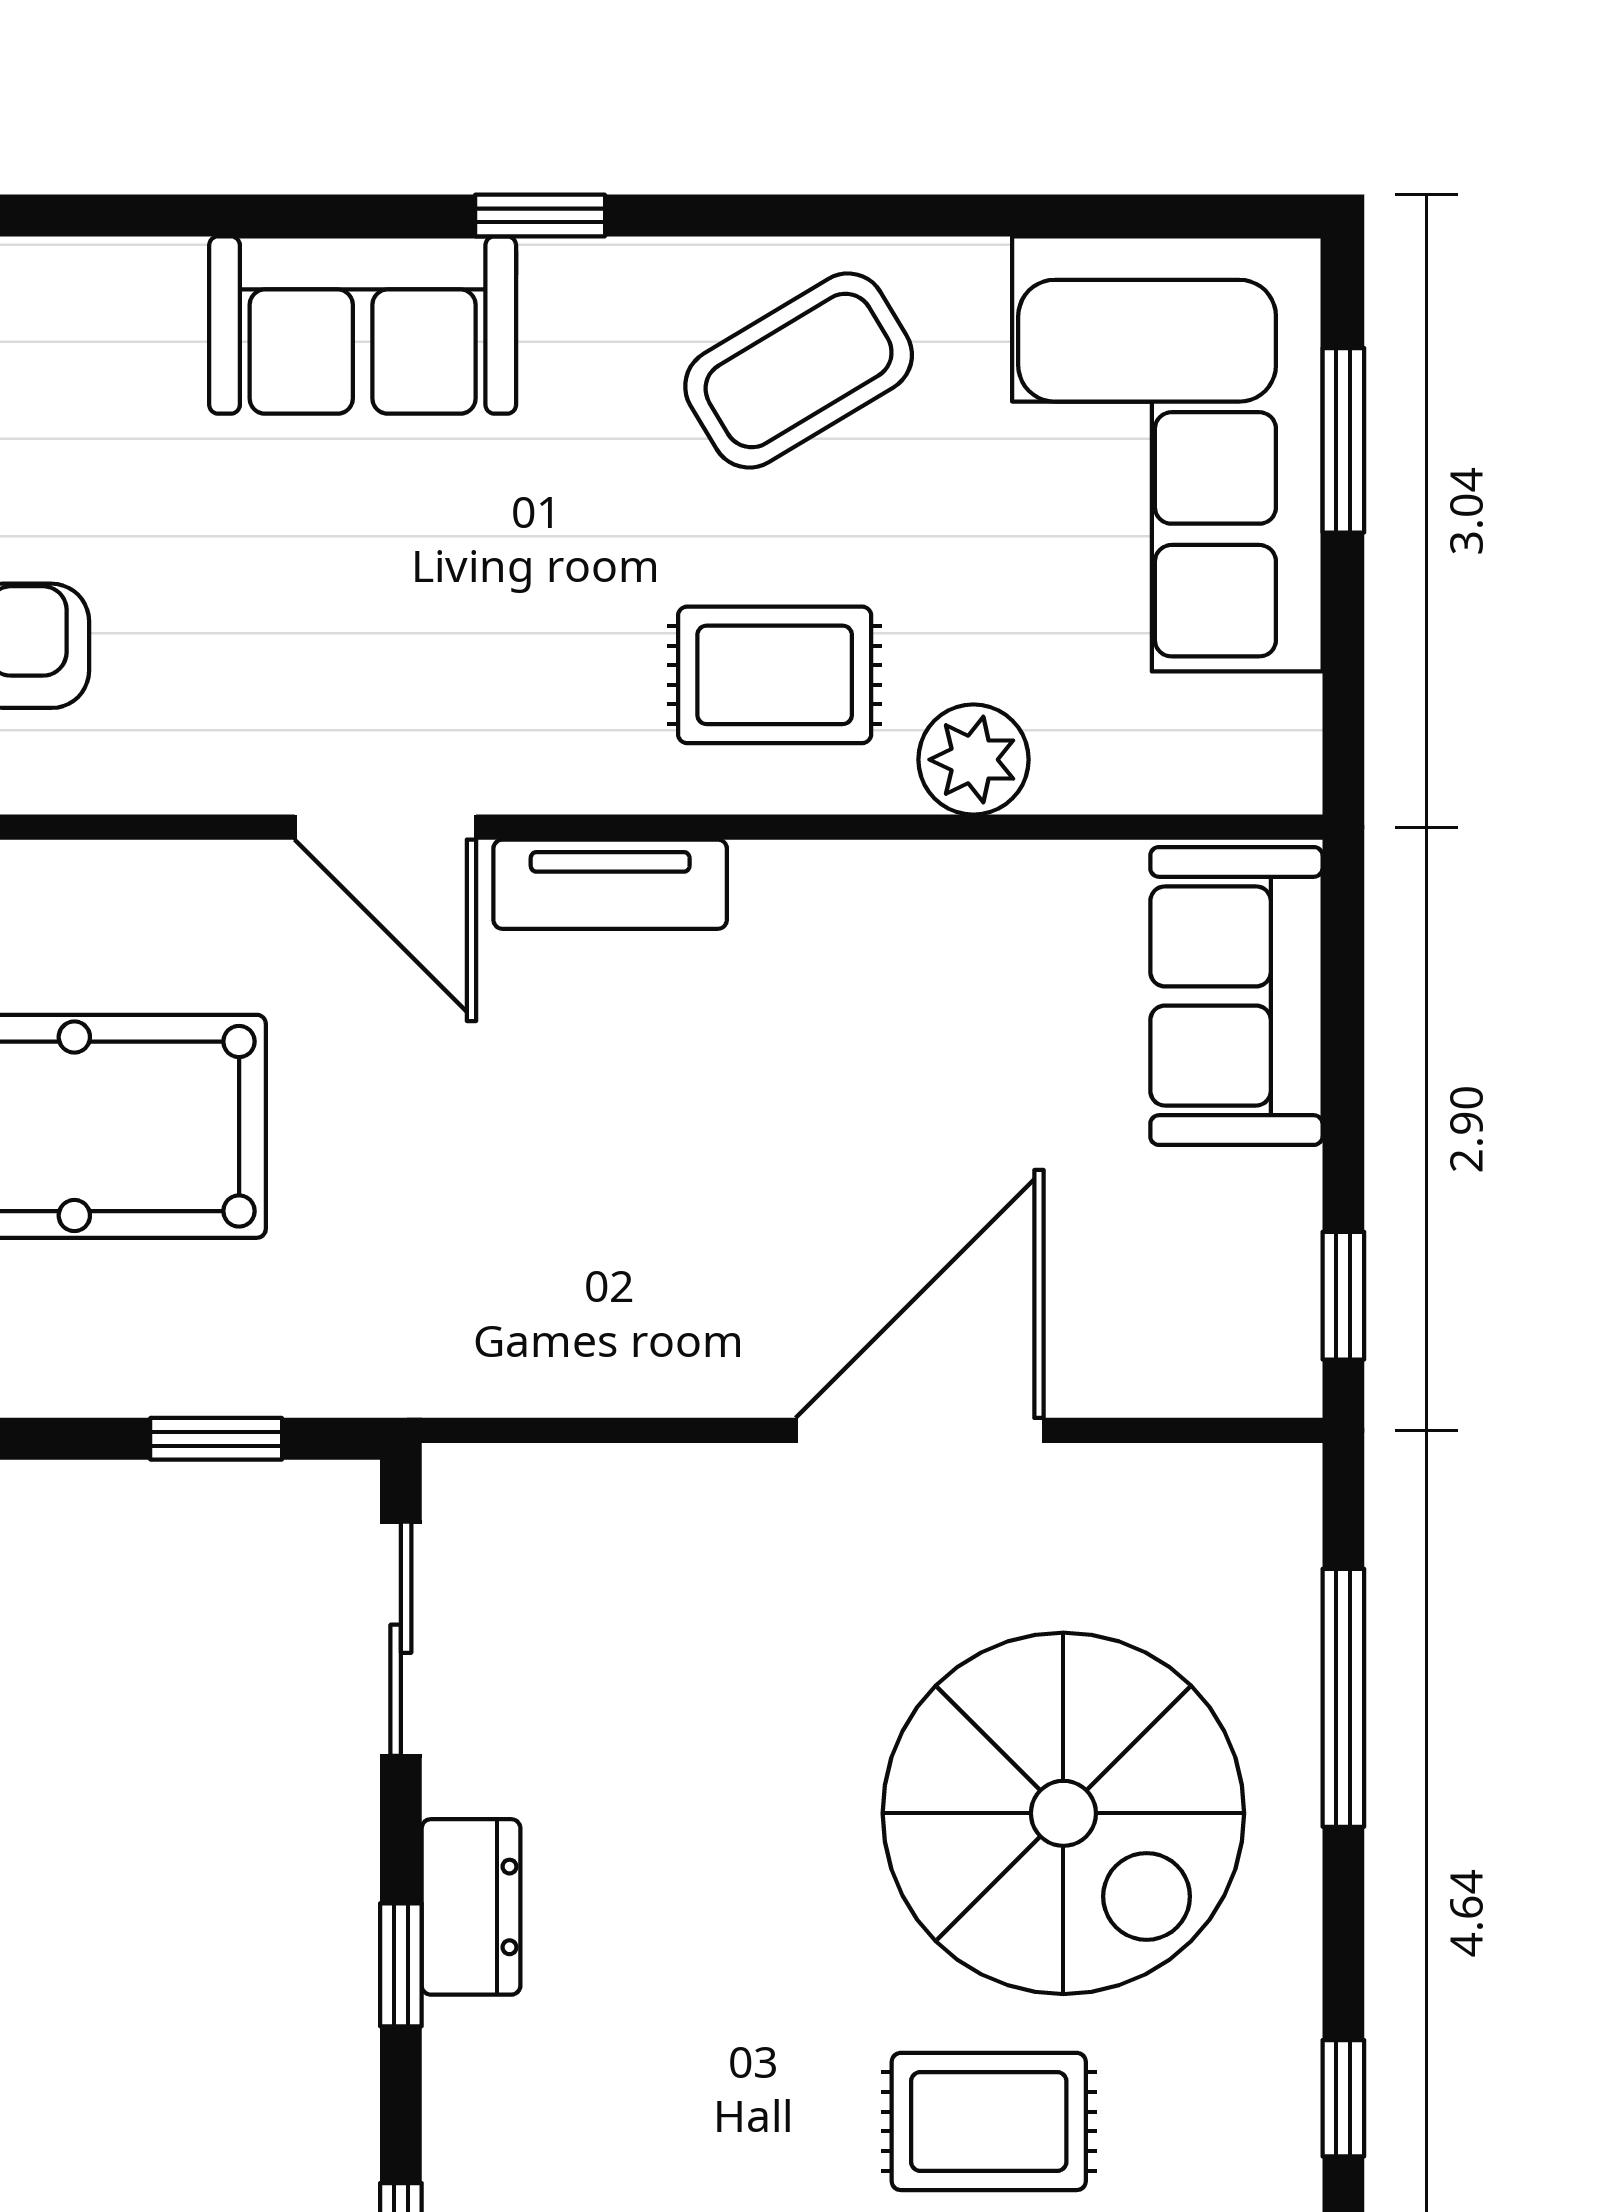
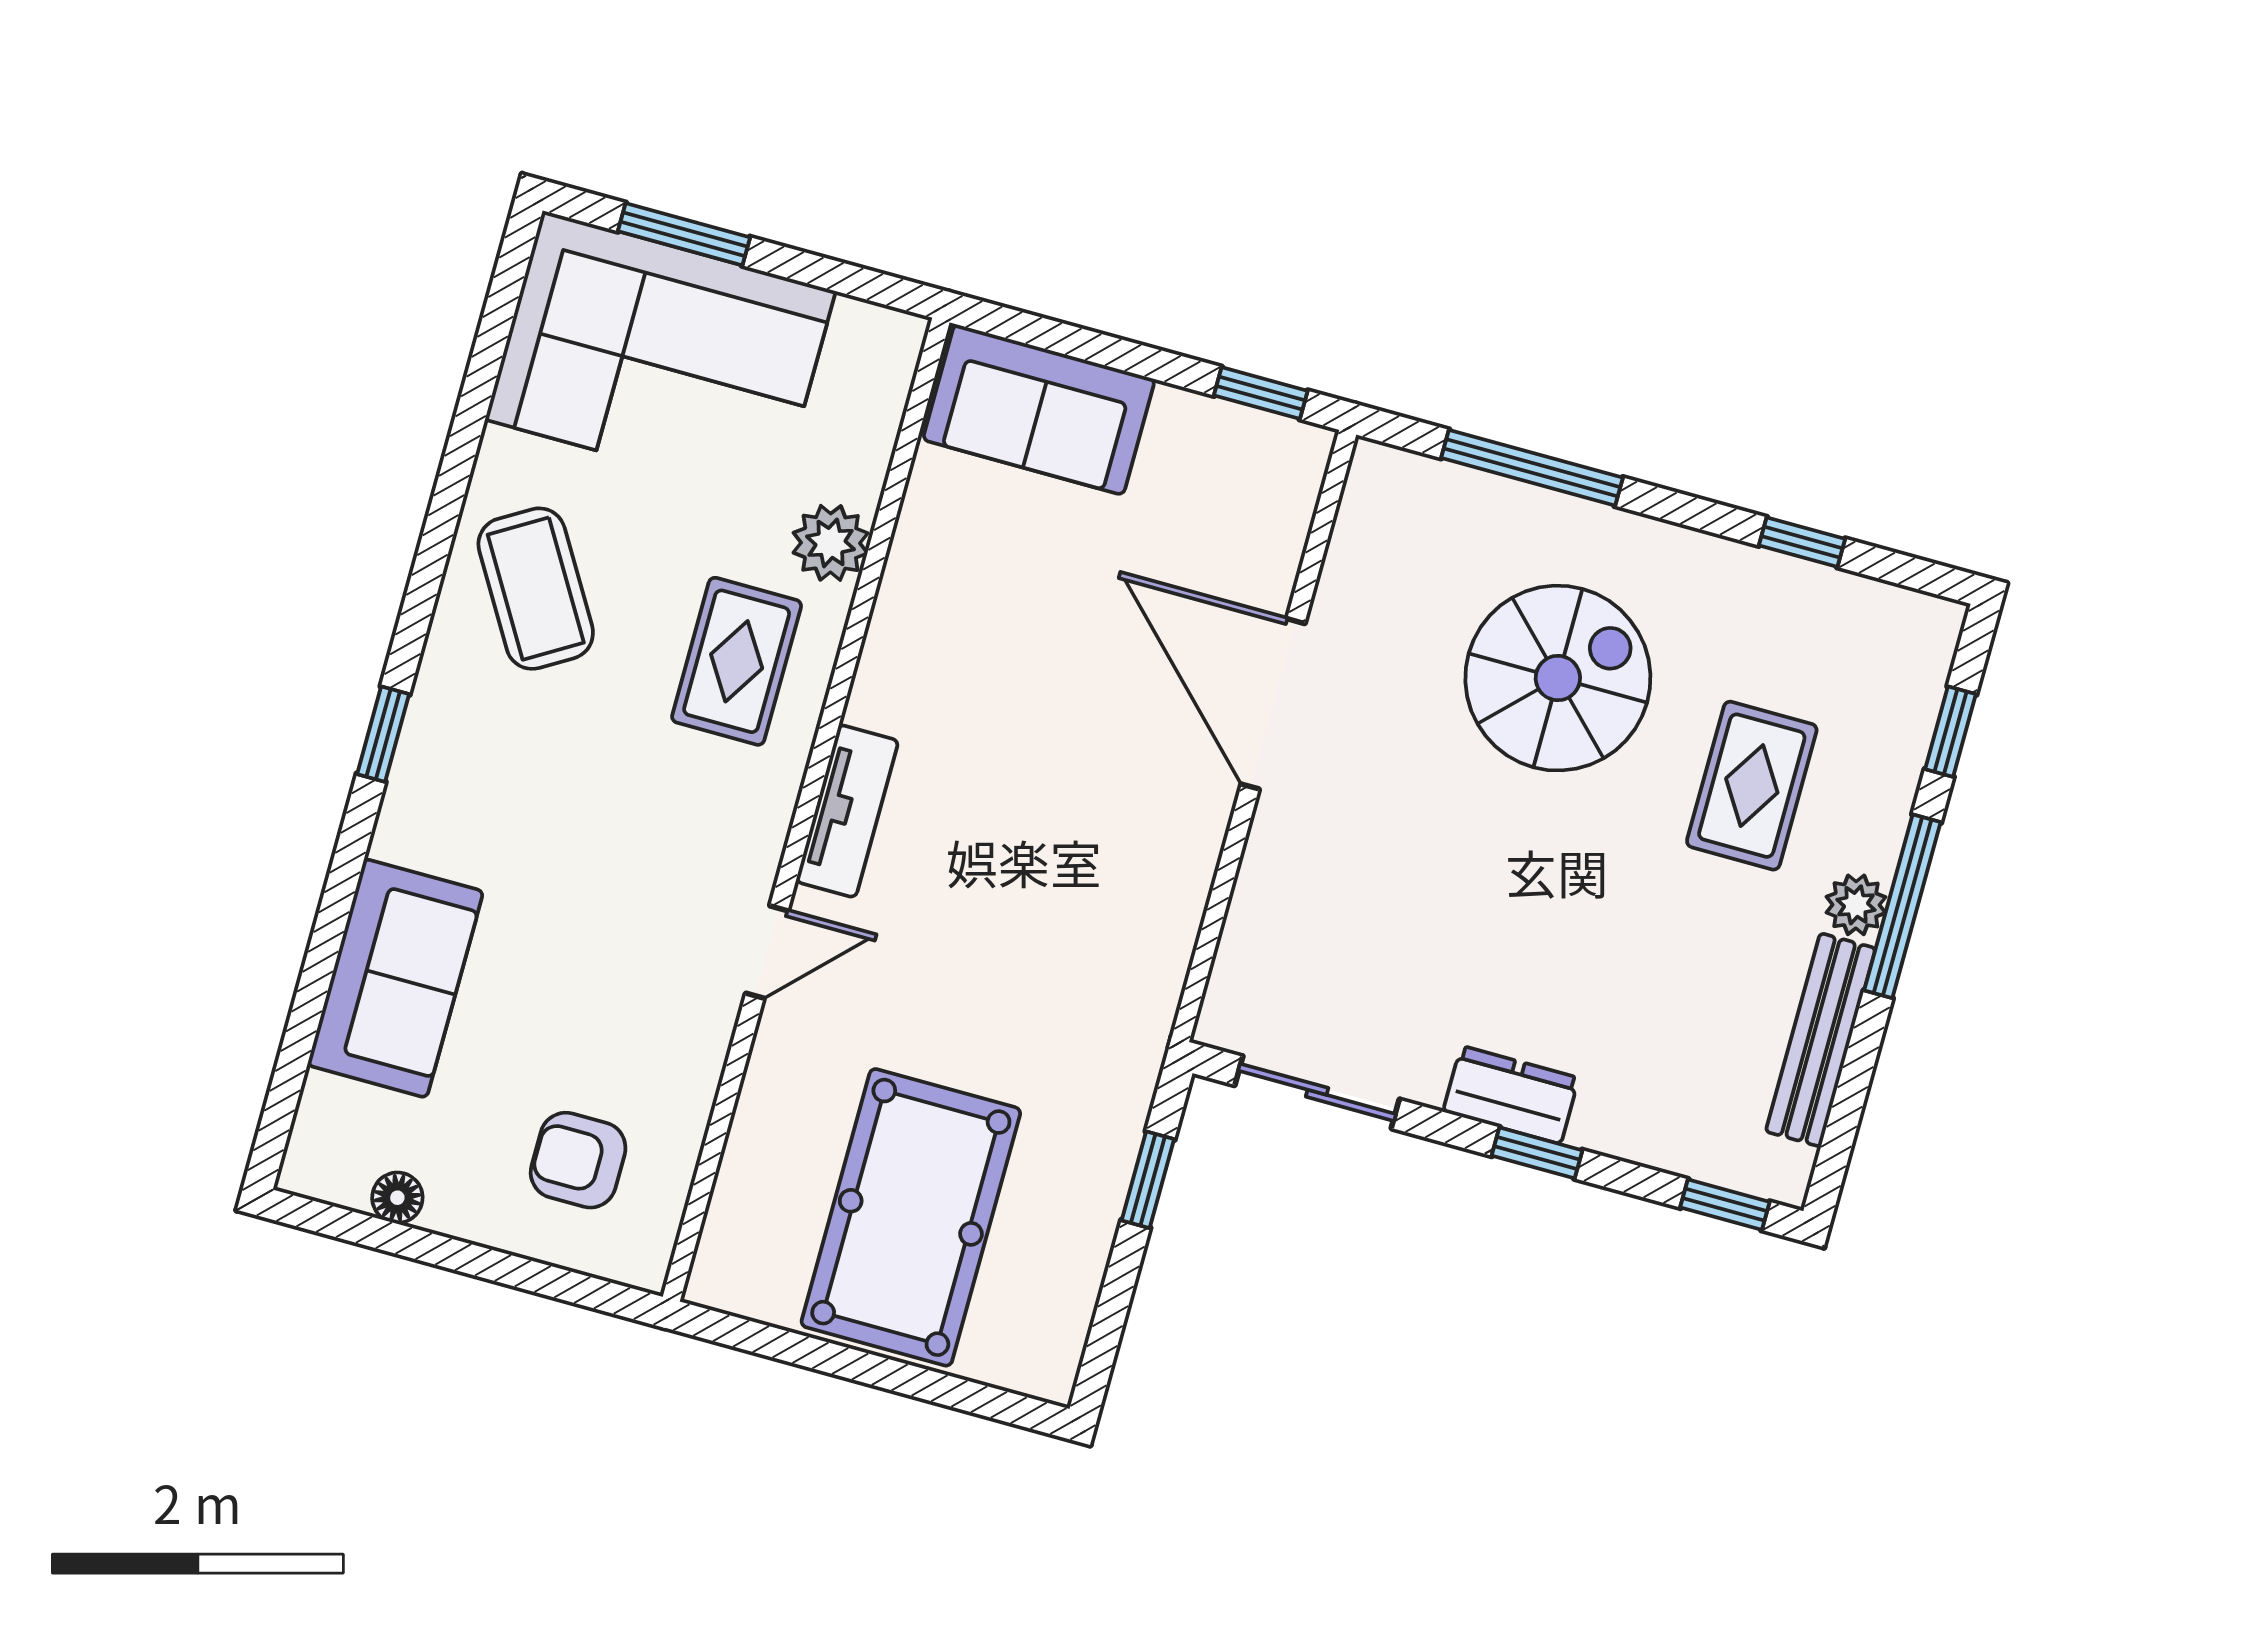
sofa: (363, 325) -> (395, 978), moved
door: (385, 827) -> (767, 952), width x0.73
spiral stairs: (1063, 1813) -> (1558, 678), width x0.73, depth x0.73

